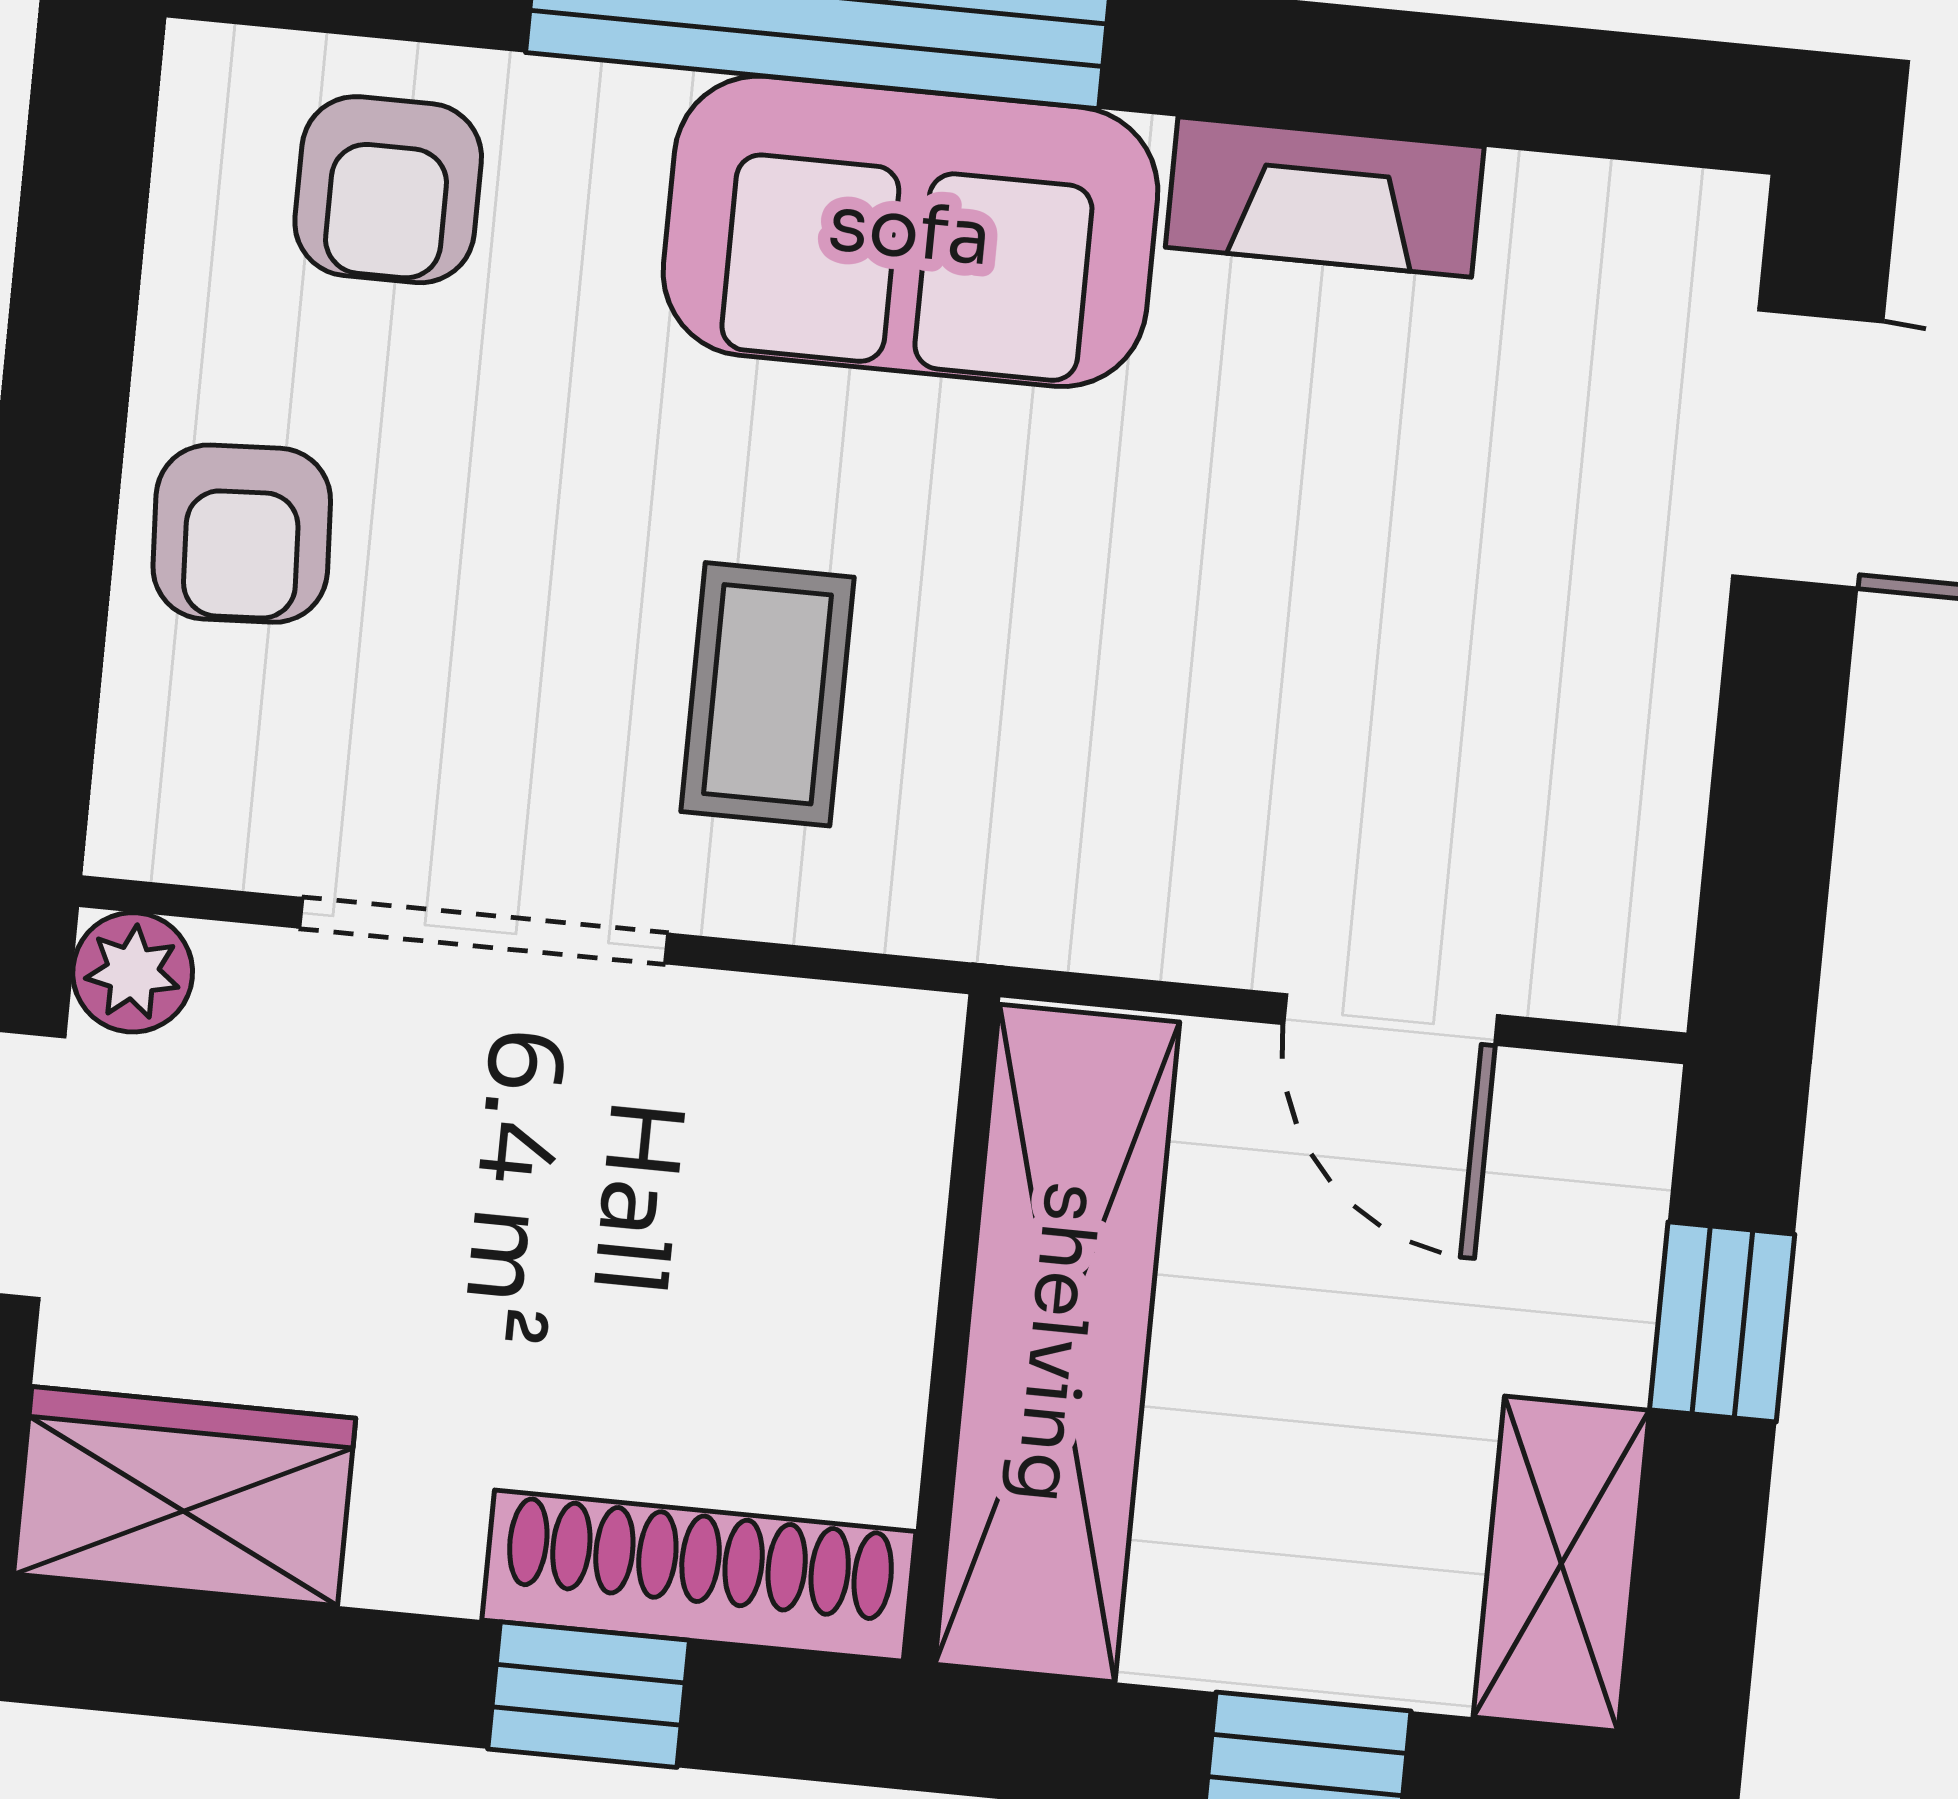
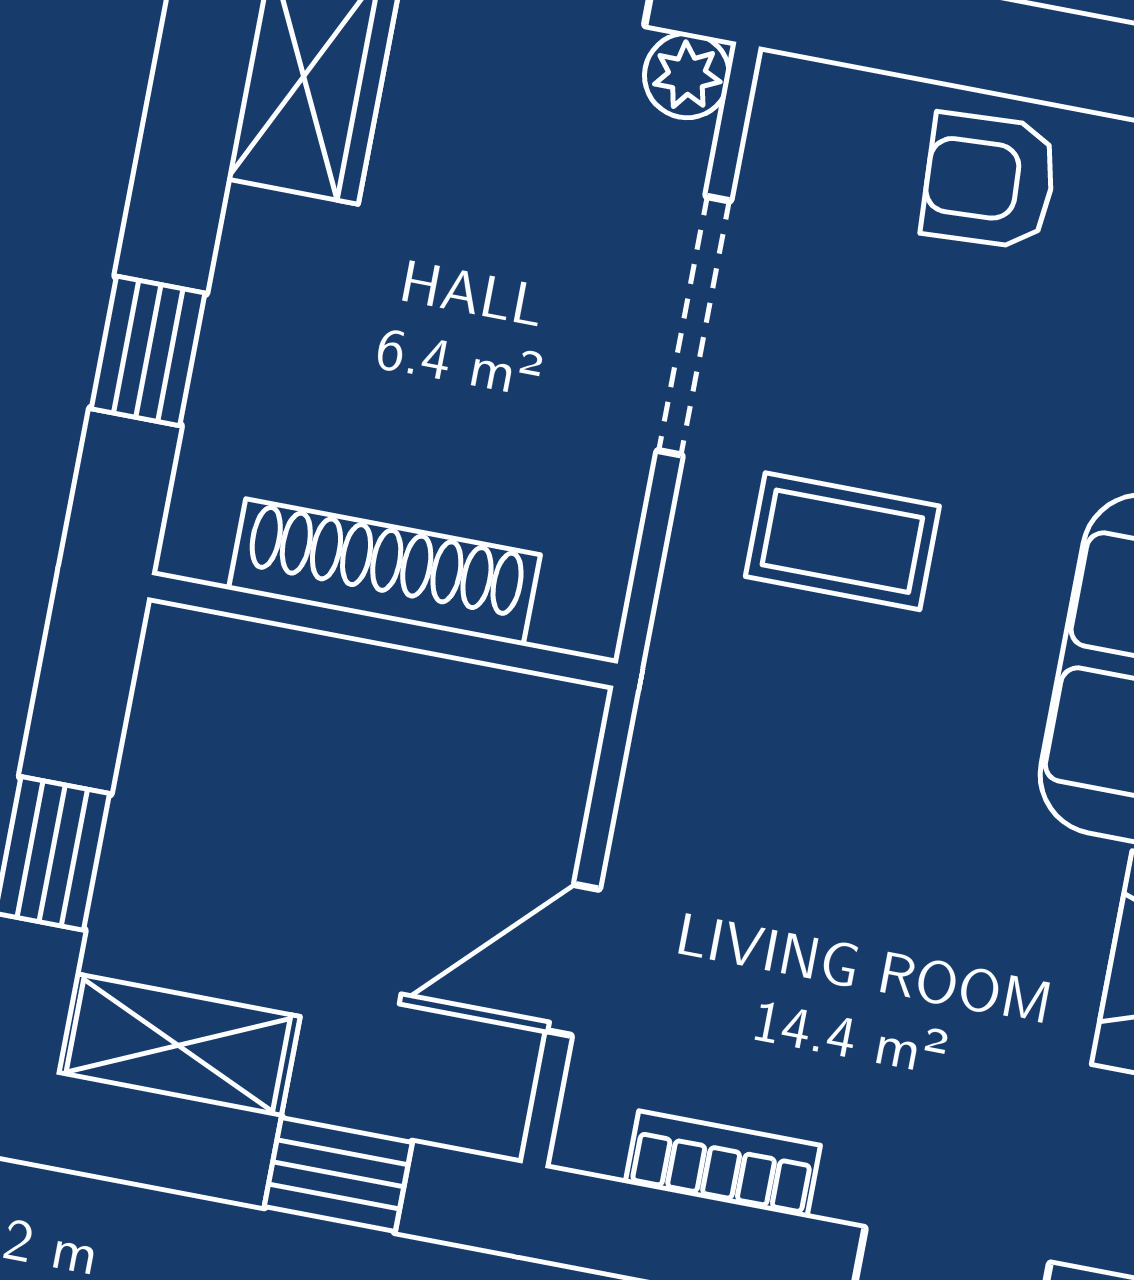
bookcase: (1658, 783) -> (723, 1164), added
shelving: (1057, 1343) -> (366, 704), removed
shoe rack: (699, 1576) -> (384, 572), moved, turned -90

